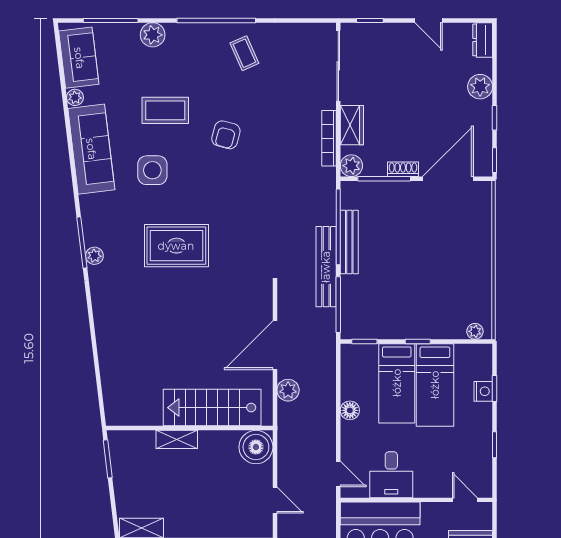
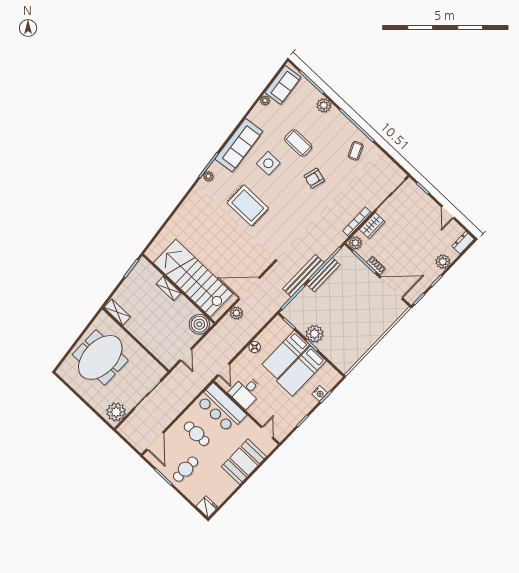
sofa: (91, 149) -> (239, 145), moved
plant: (475, 331) -> (315, 334), moved, width x1.87, depth x1.87
stairs: (212, 408) -> (193, 278), width x1.36, depth x1.51

